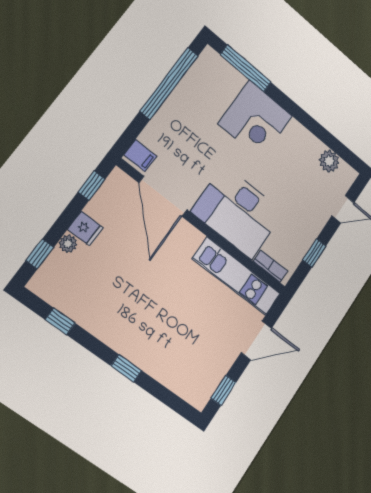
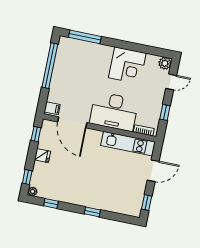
corner desk: (255, 120) -> (127, 65), moved
plant: (329, 161) -> (165, 63), moved
plant: (68, 244) -> (33, 191), moved

